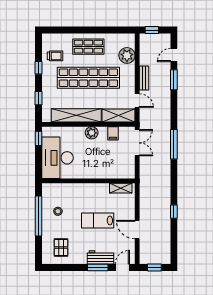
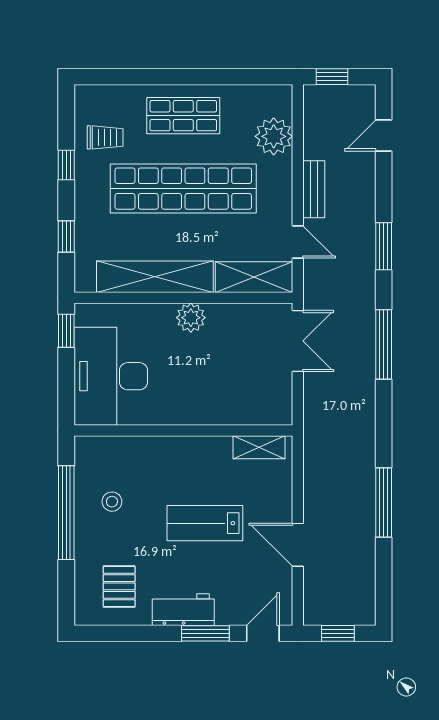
window: (174, 80) -> (384, 246), moved
filing cabinet: (113, 133) -> (241, 319), removed
window: (174, 212) -> (384, 502), width x2.17
workbench: (100, 257) -> (183, 610), moved

